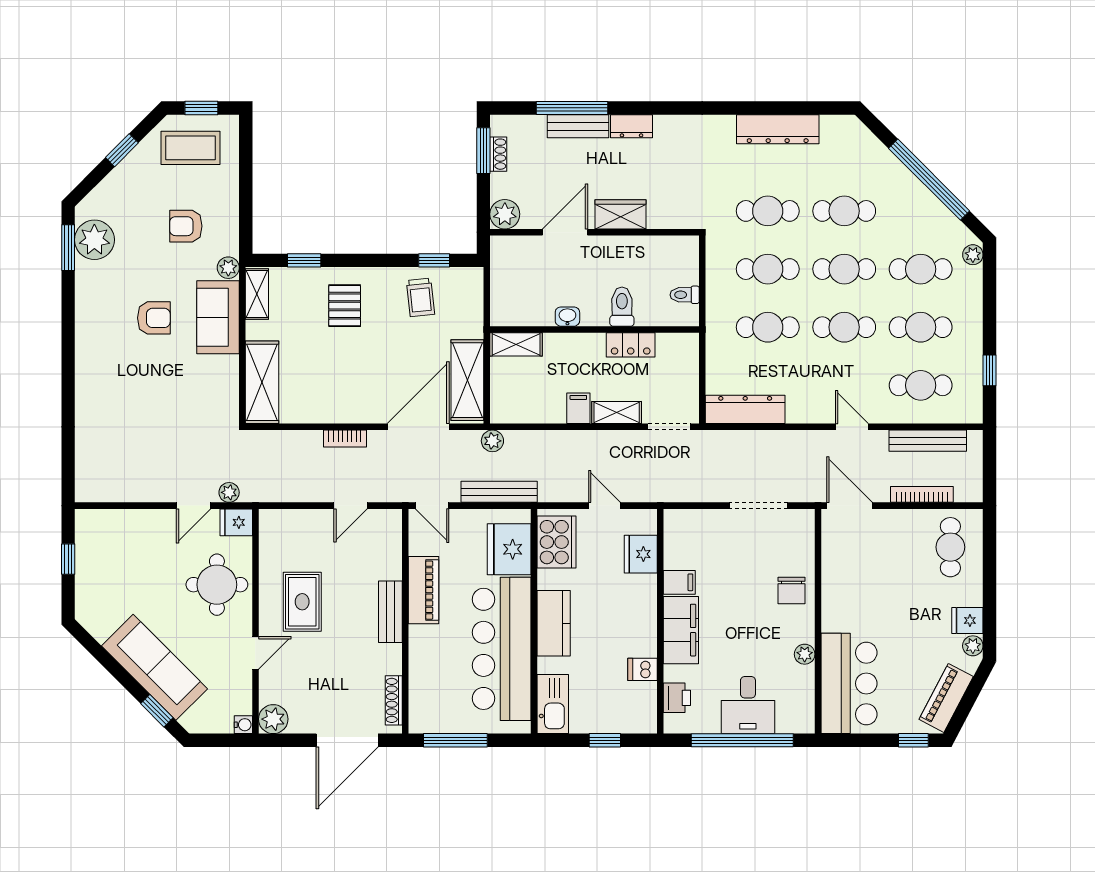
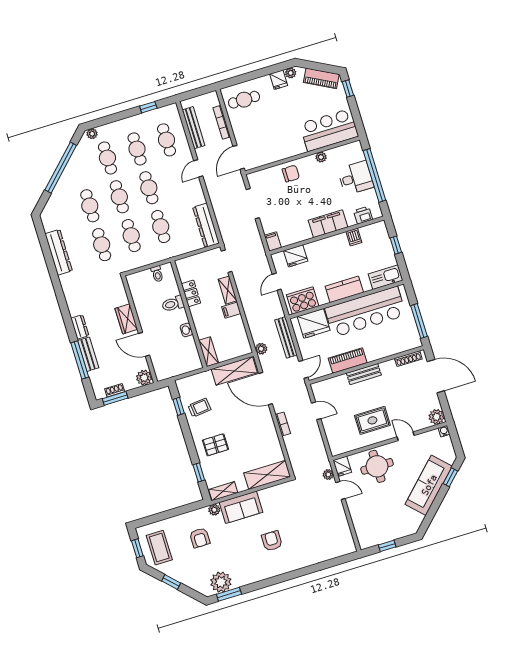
armchair: (154, 318) -> (272, 541), moved
filing cabinet: (679, 582) -> (273, 241), moved

